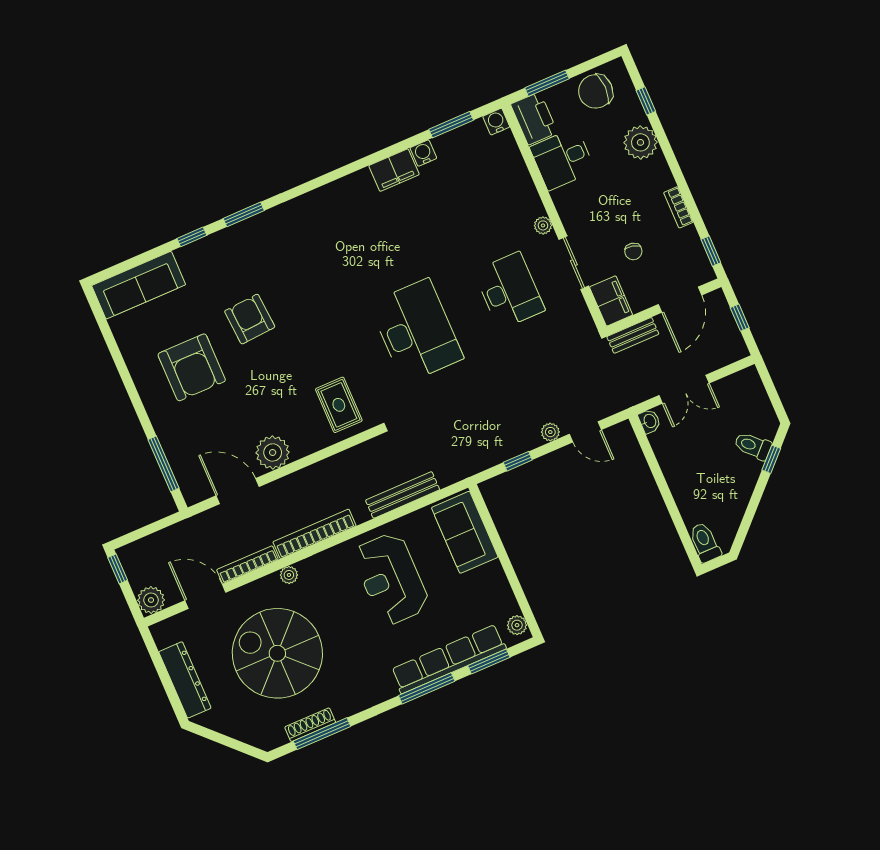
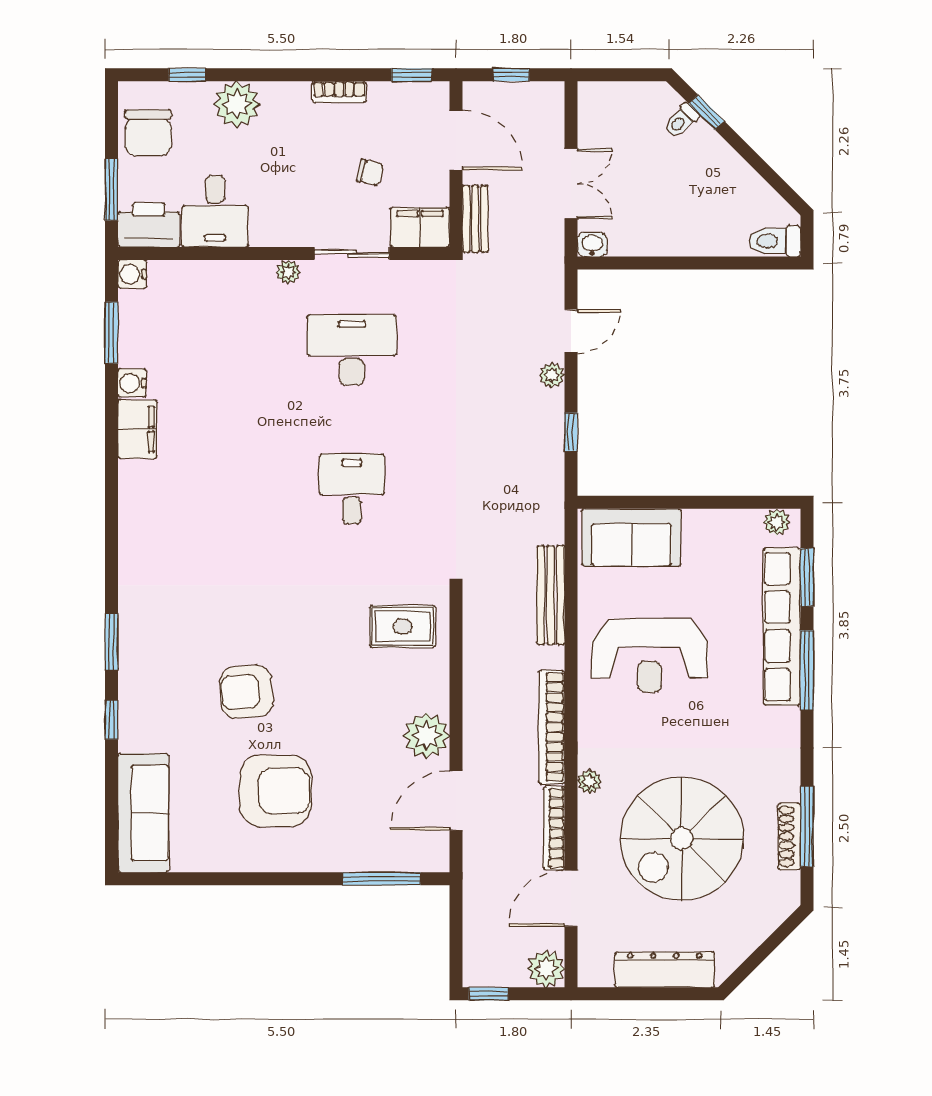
desk: (416, 331) -> (352, 489), width x0.53, depth x0.77
toilet: (753, 446) -> (681, 121), width x0.73, depth x0.72

